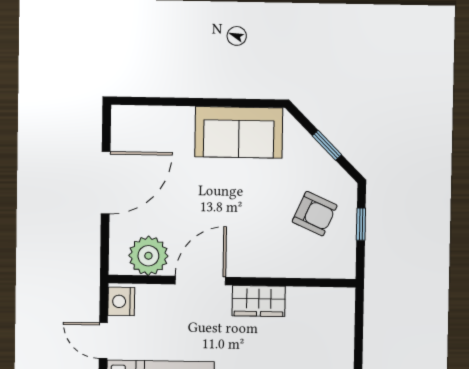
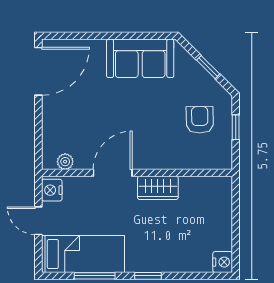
door: (106, 183) -> (38, 71), moved
armchair: (315, 214) -> (200, 120), turned -115
plant: (148, 256) -> (65, 162), width x0.53, depth x0.53

